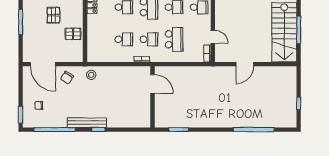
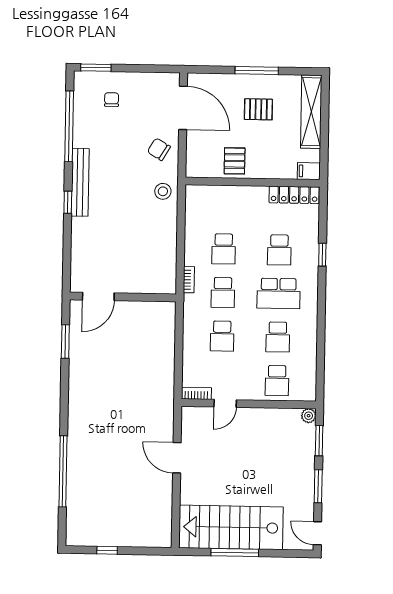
pallet: (54, 15) -> (258, 109), moved
school desk: (174, 39) -> (222, 336), width x0.54
door: (43, 64) -> (183, 108), swing flipped
door: (152, 84) -> (98, 296), moved

